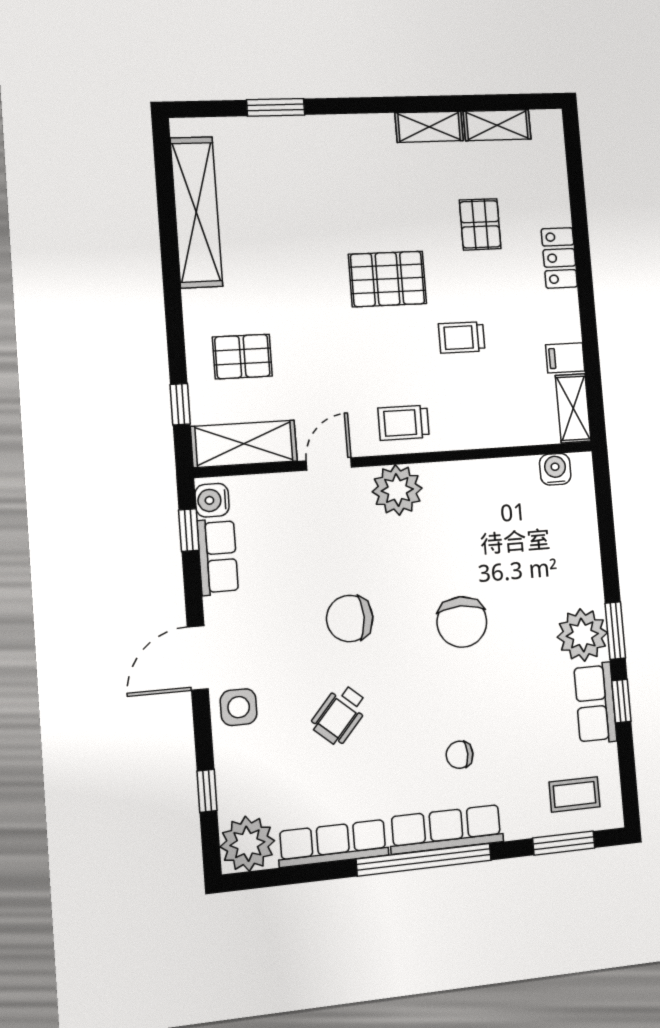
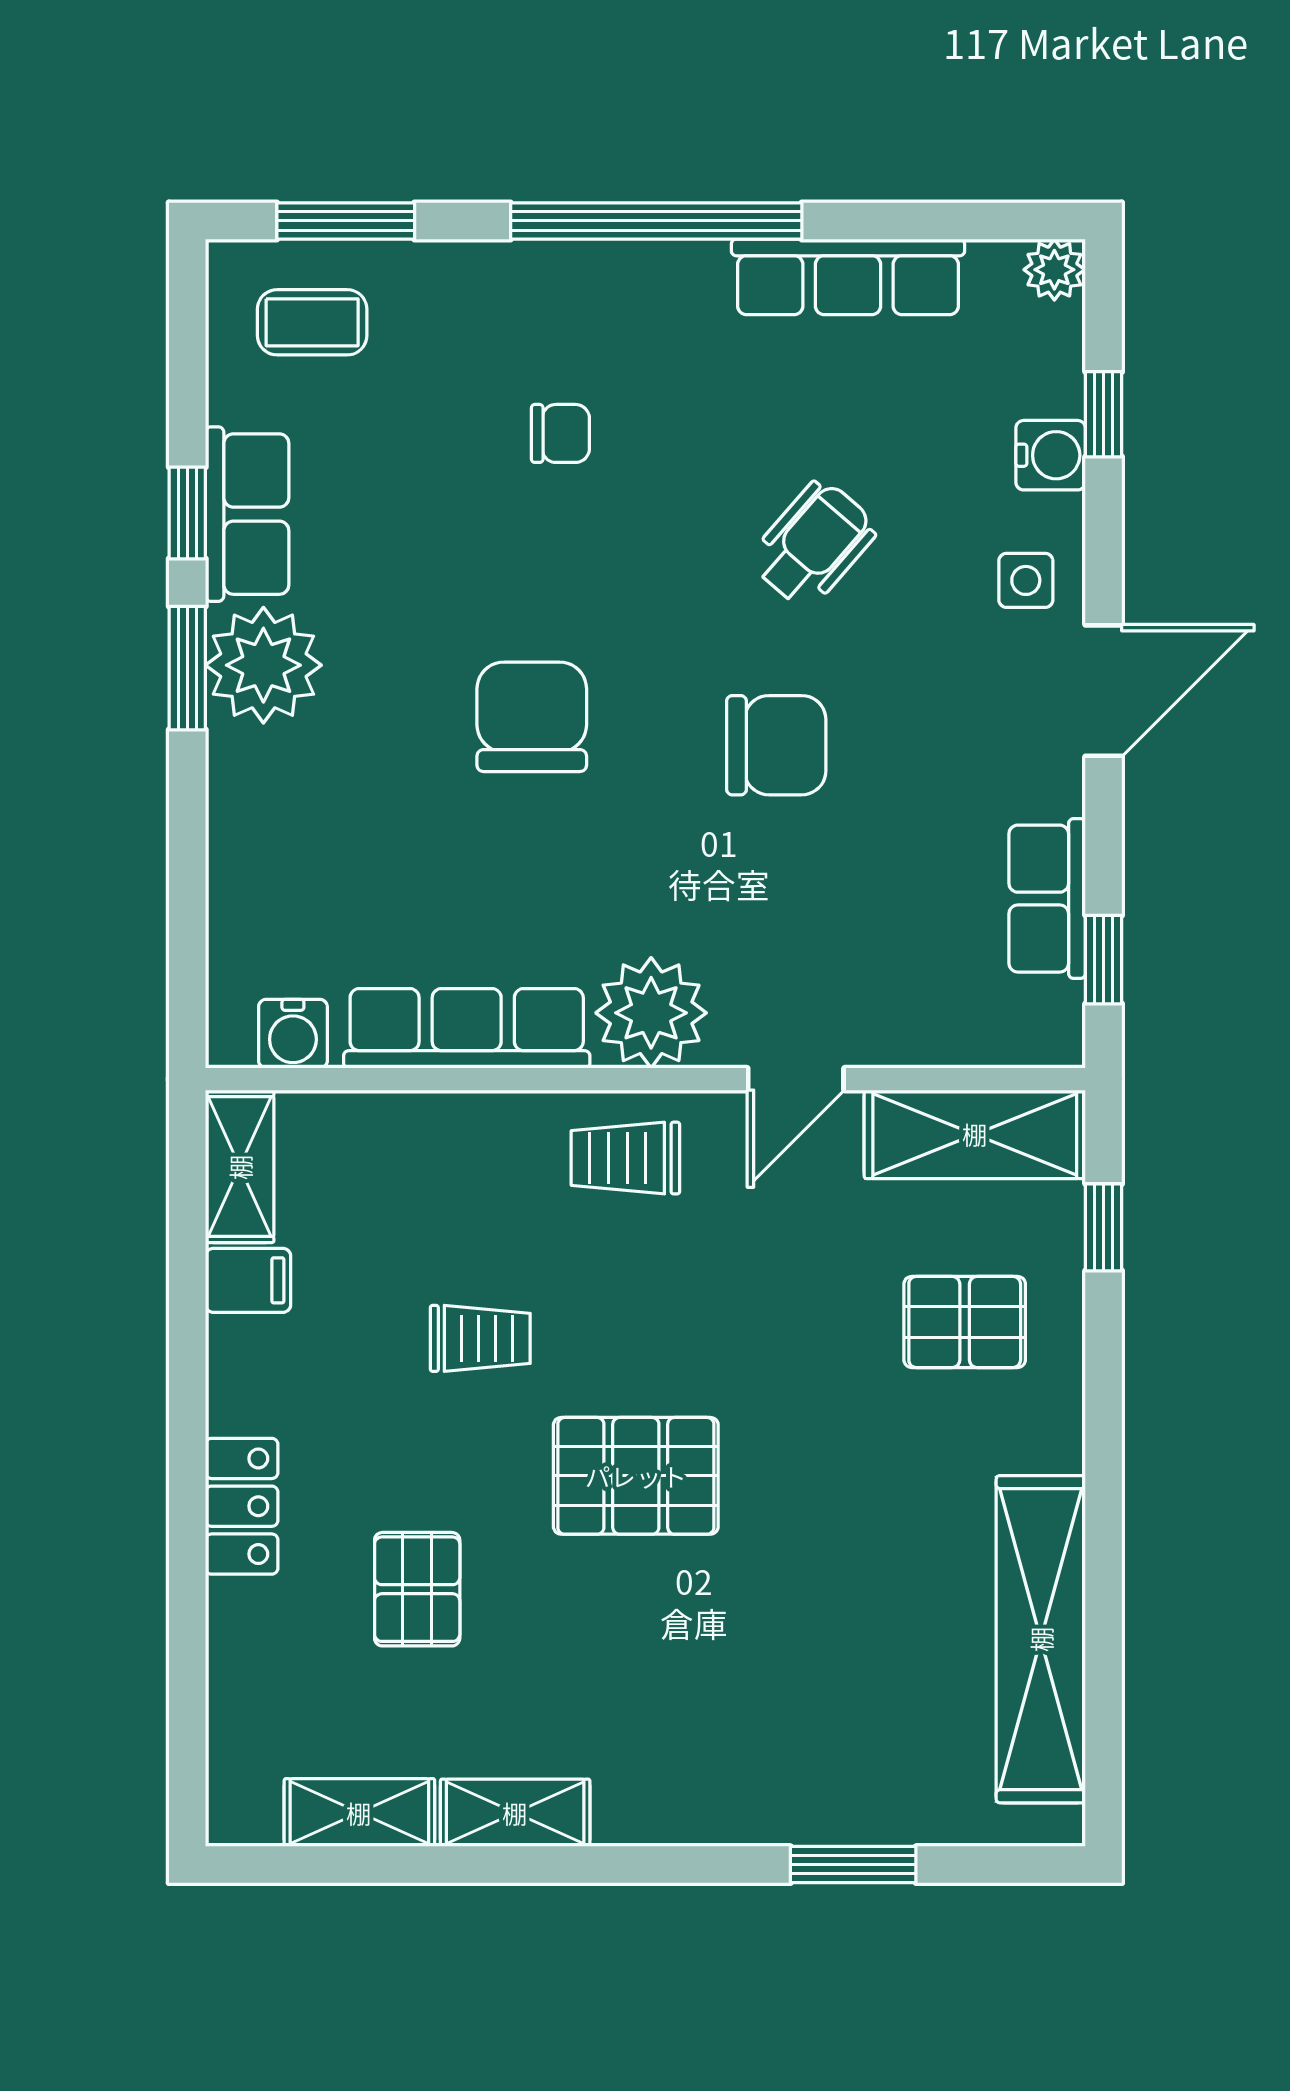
trolley: (404, 423) -> (625, 1158), turned 180
water cooler: (212, 500) -> (1051, 455), moved
side table: (239, 707) -> (1026, 580), width x0.73, depth x0.73
row of seats: (446, 829) -> (467, 1028), moved, turned 180
plant: (247, 844) -> (1054, 270), width x0.53, depth x0.53

